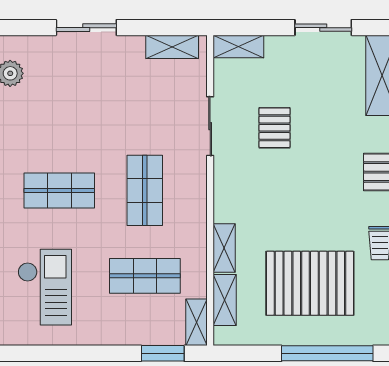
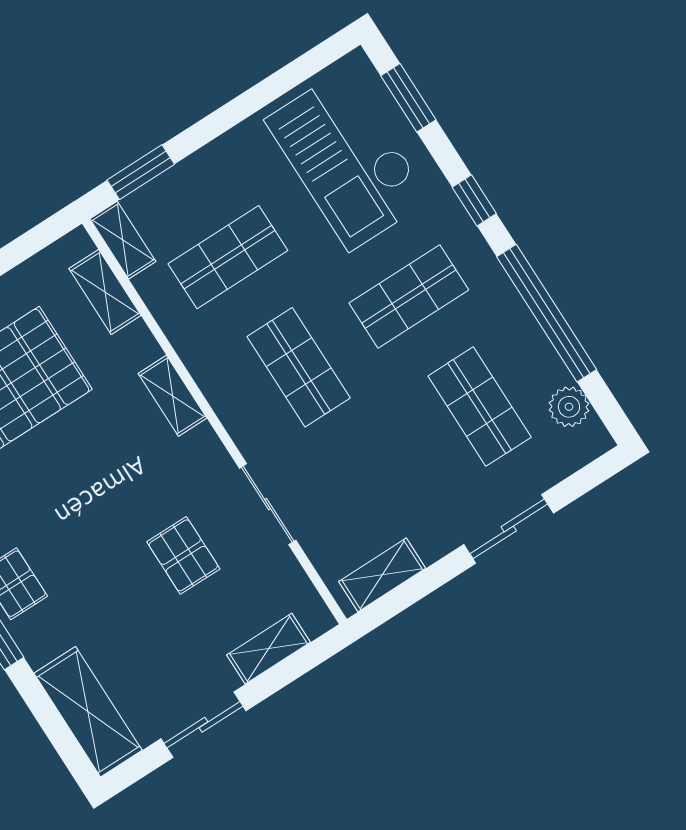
shelving: (238, 46) -> (268, 649), moved
shop shelf: (59, 105) -> (480, 407), added
shelving: (224, 248) -> (173, 396), moved
checkout: (45, 287) -> (348, 160), width x1.36, depth x1.21

